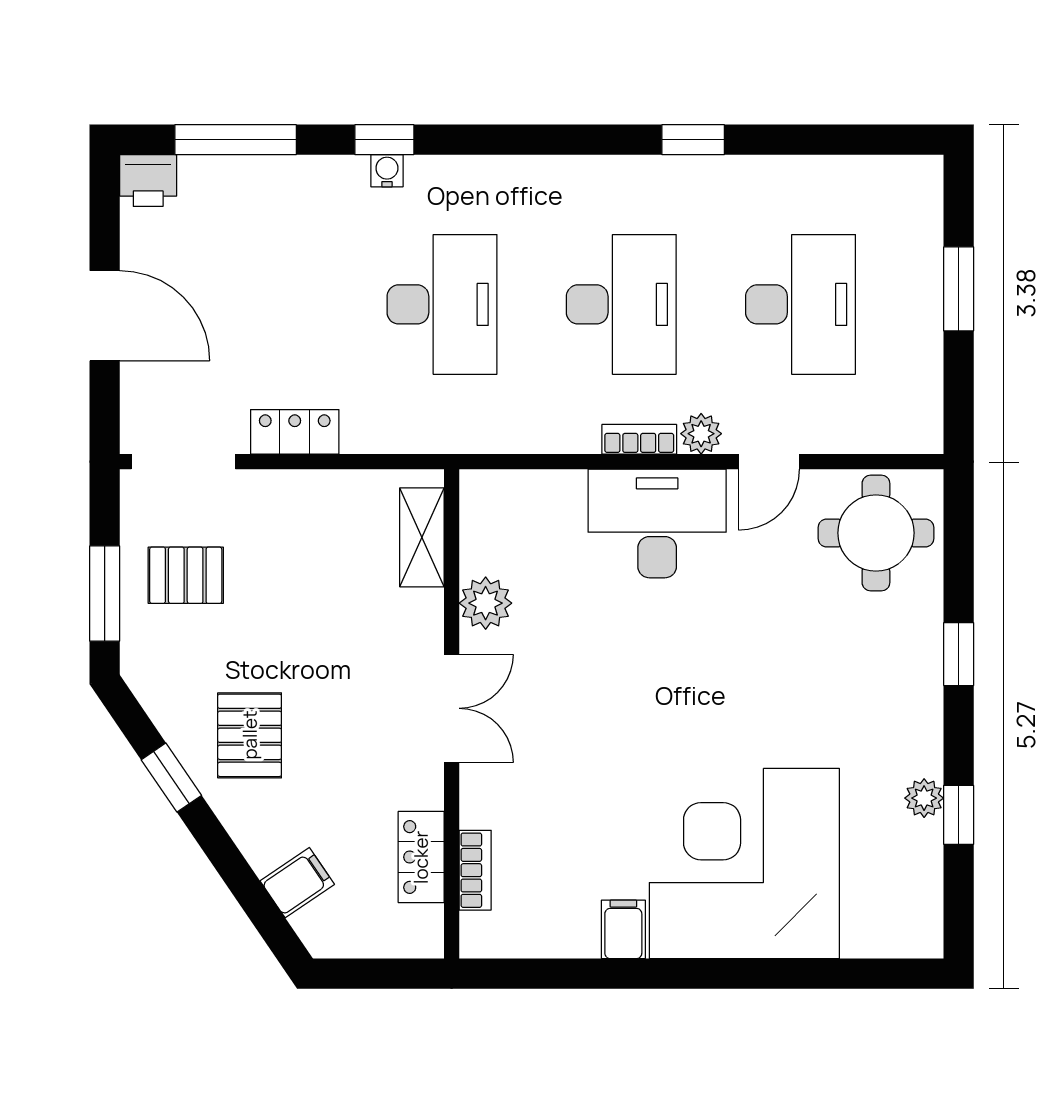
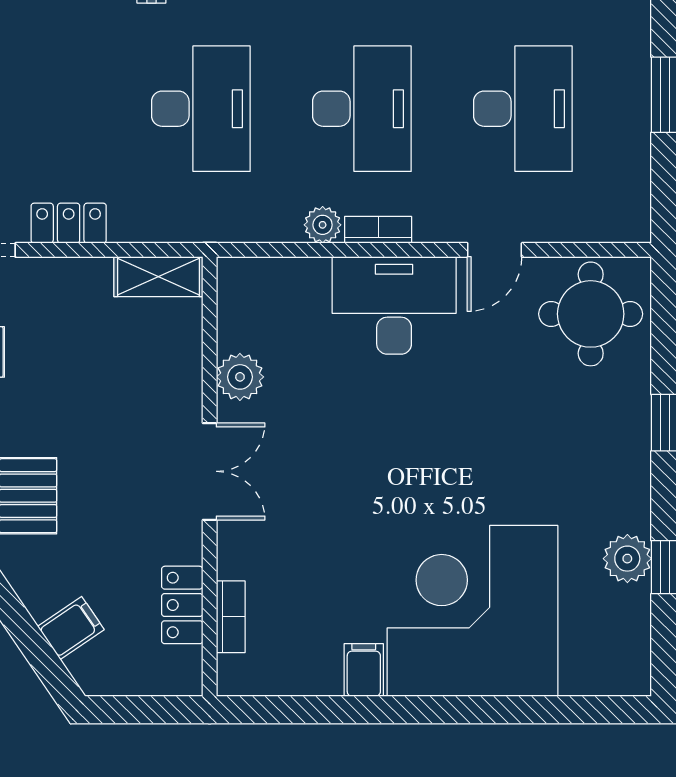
plant: (701, 434) -> (323, 225), moved
shelving: (422, 537) -> (158, 277), moved, turned 90
plant: (924, 798) -> (627, 559), width x1.38, depth x1.38

